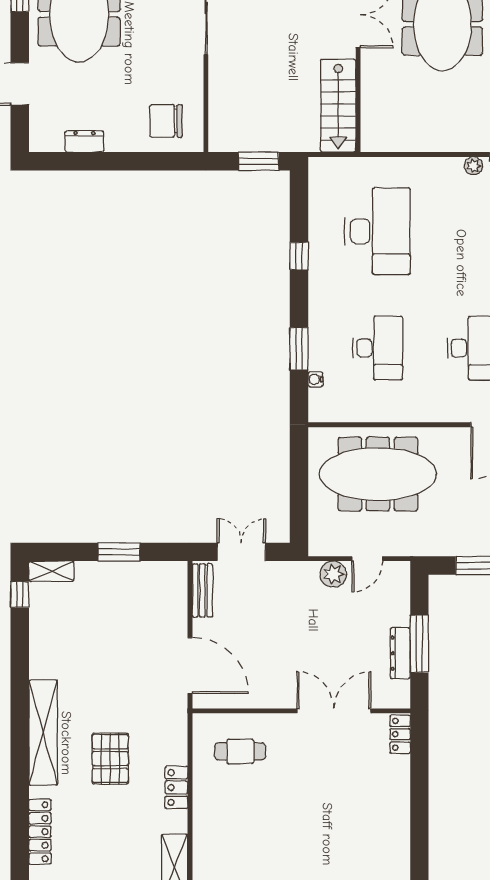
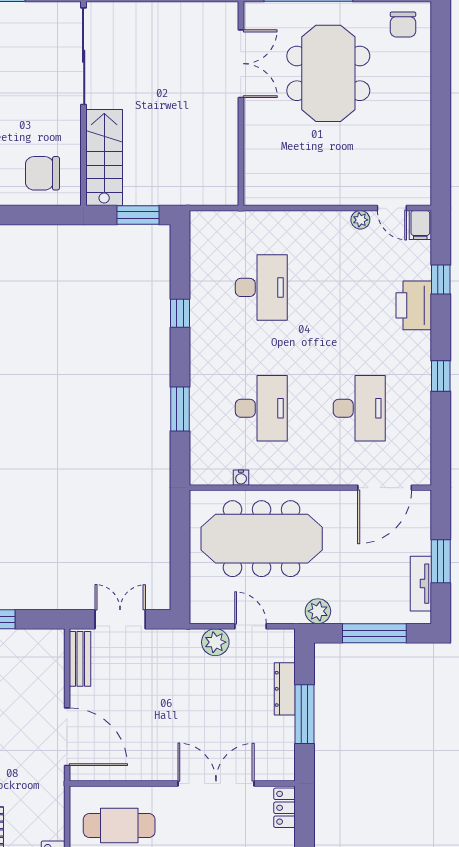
stairs: (338, 106) -> (104, 158), moved, turned 180
desk: (378, 231) -> (261, 287), width x0.73, depth x0.77
water cooler: (316, 379) -> (241, 478), moved, turned -90
plant: (432, 544) -> (318, 611), added
door: (367, 559) -> (251, 626), swing flipped
dresser: (400, 653) -> (285, 689), moved
cafe table: (240, 751) -> (119, 826), width x1.37, depth x1.35

